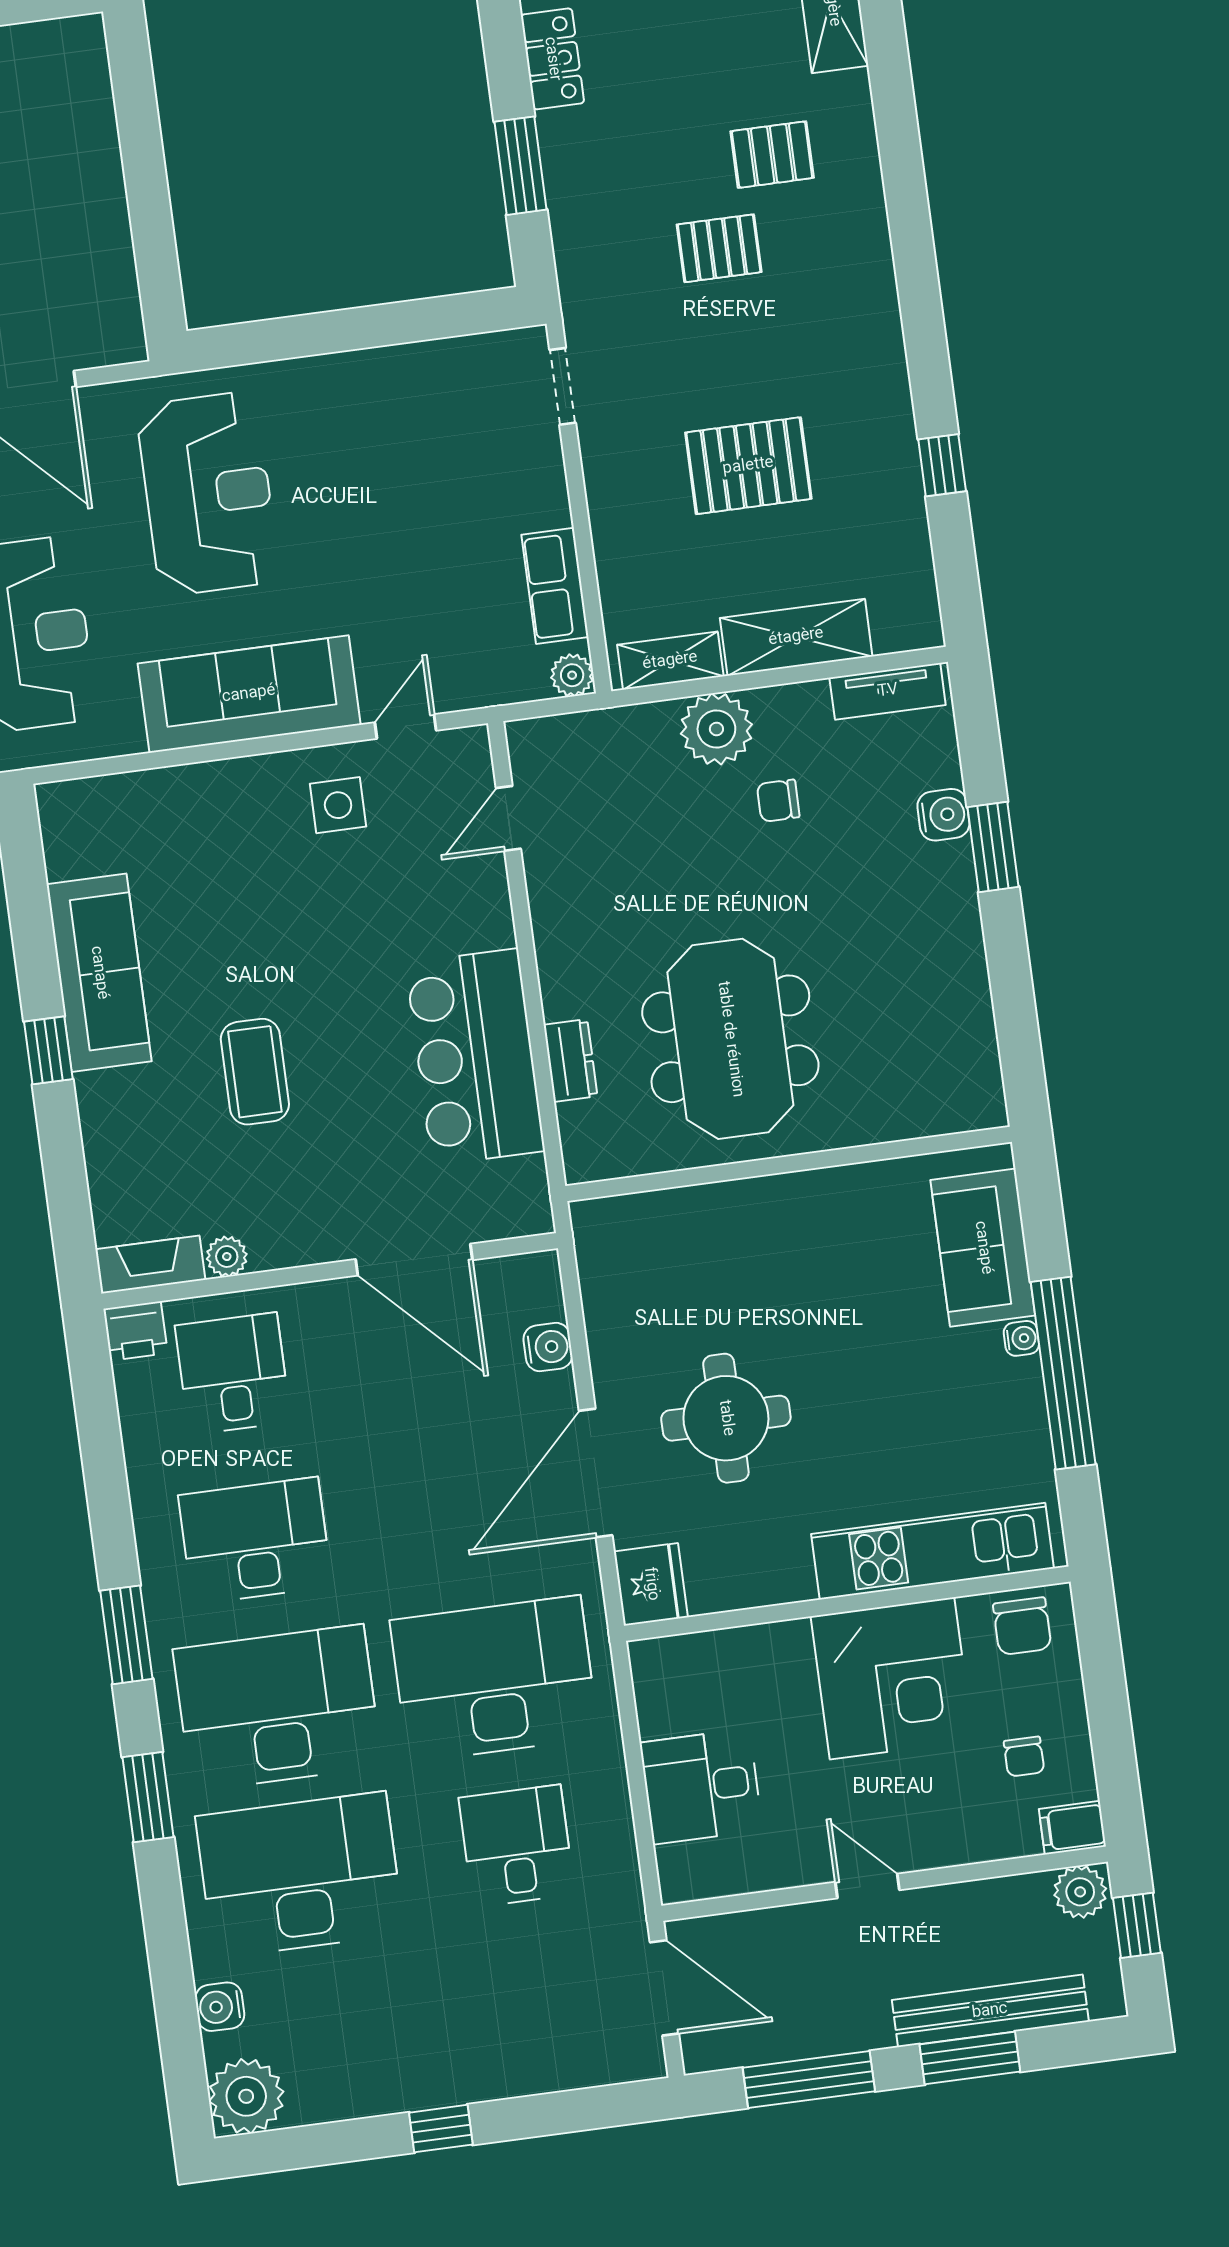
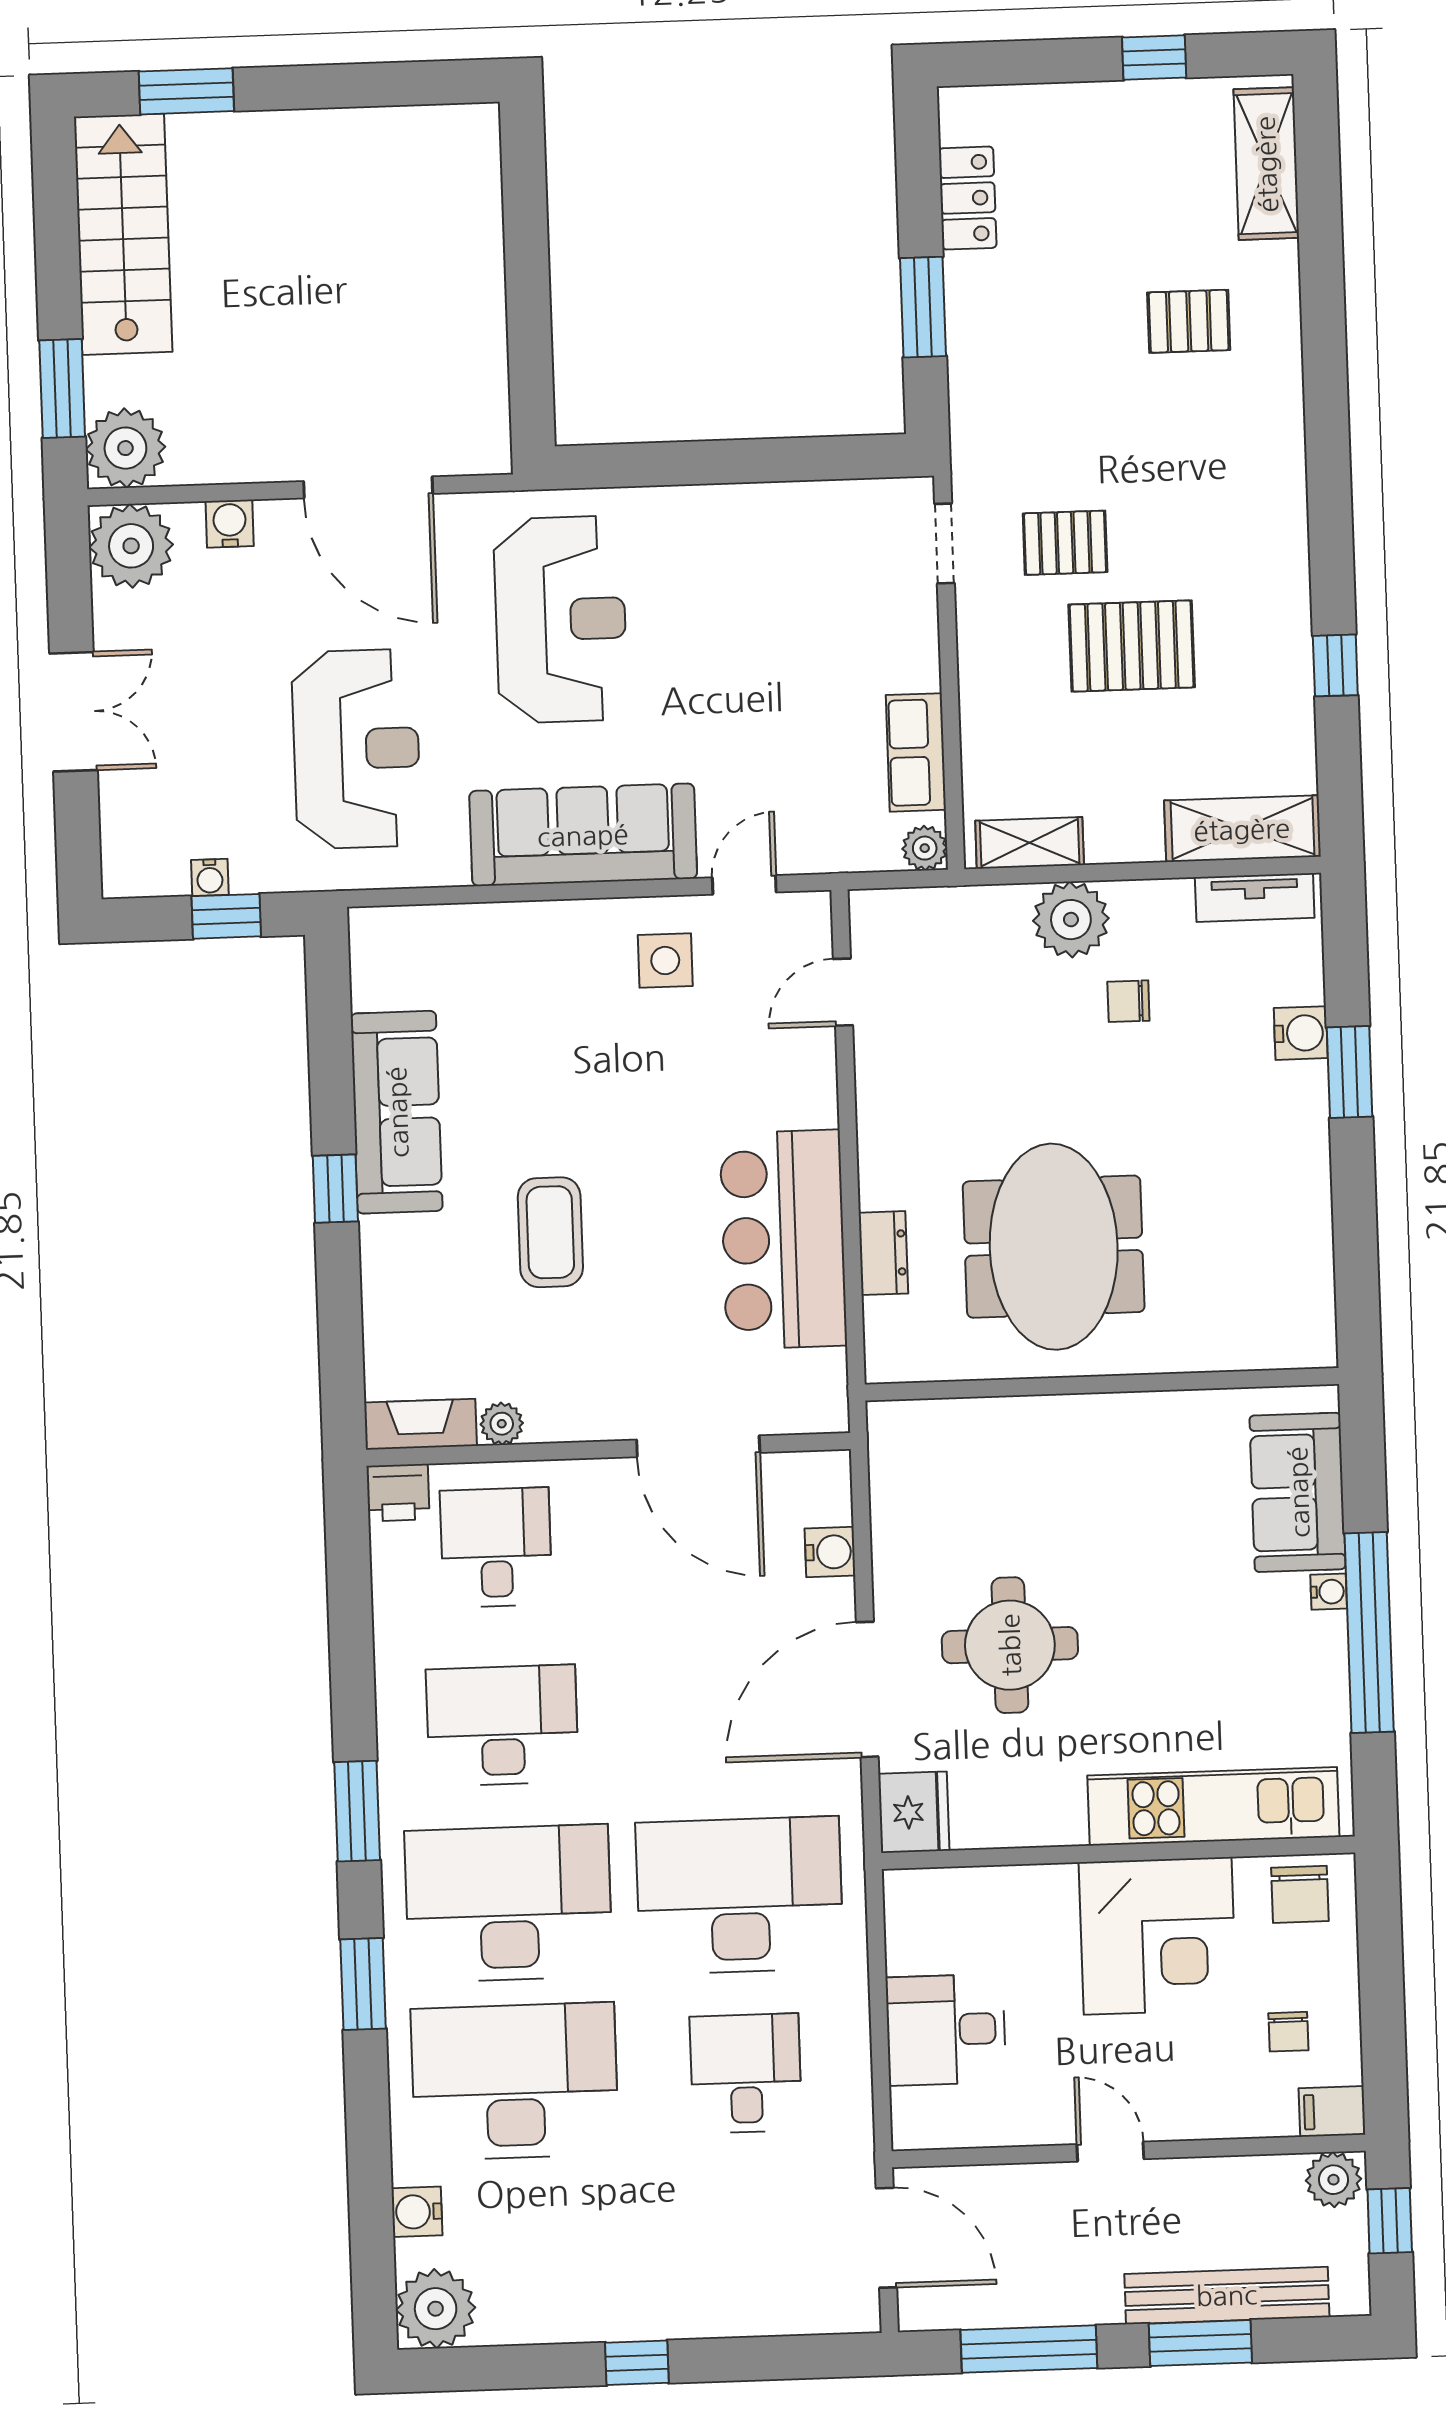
pallet: (719, 248) -> (1065, 543), moved
shelving: (796, 637) -> (1242, 829), moved

